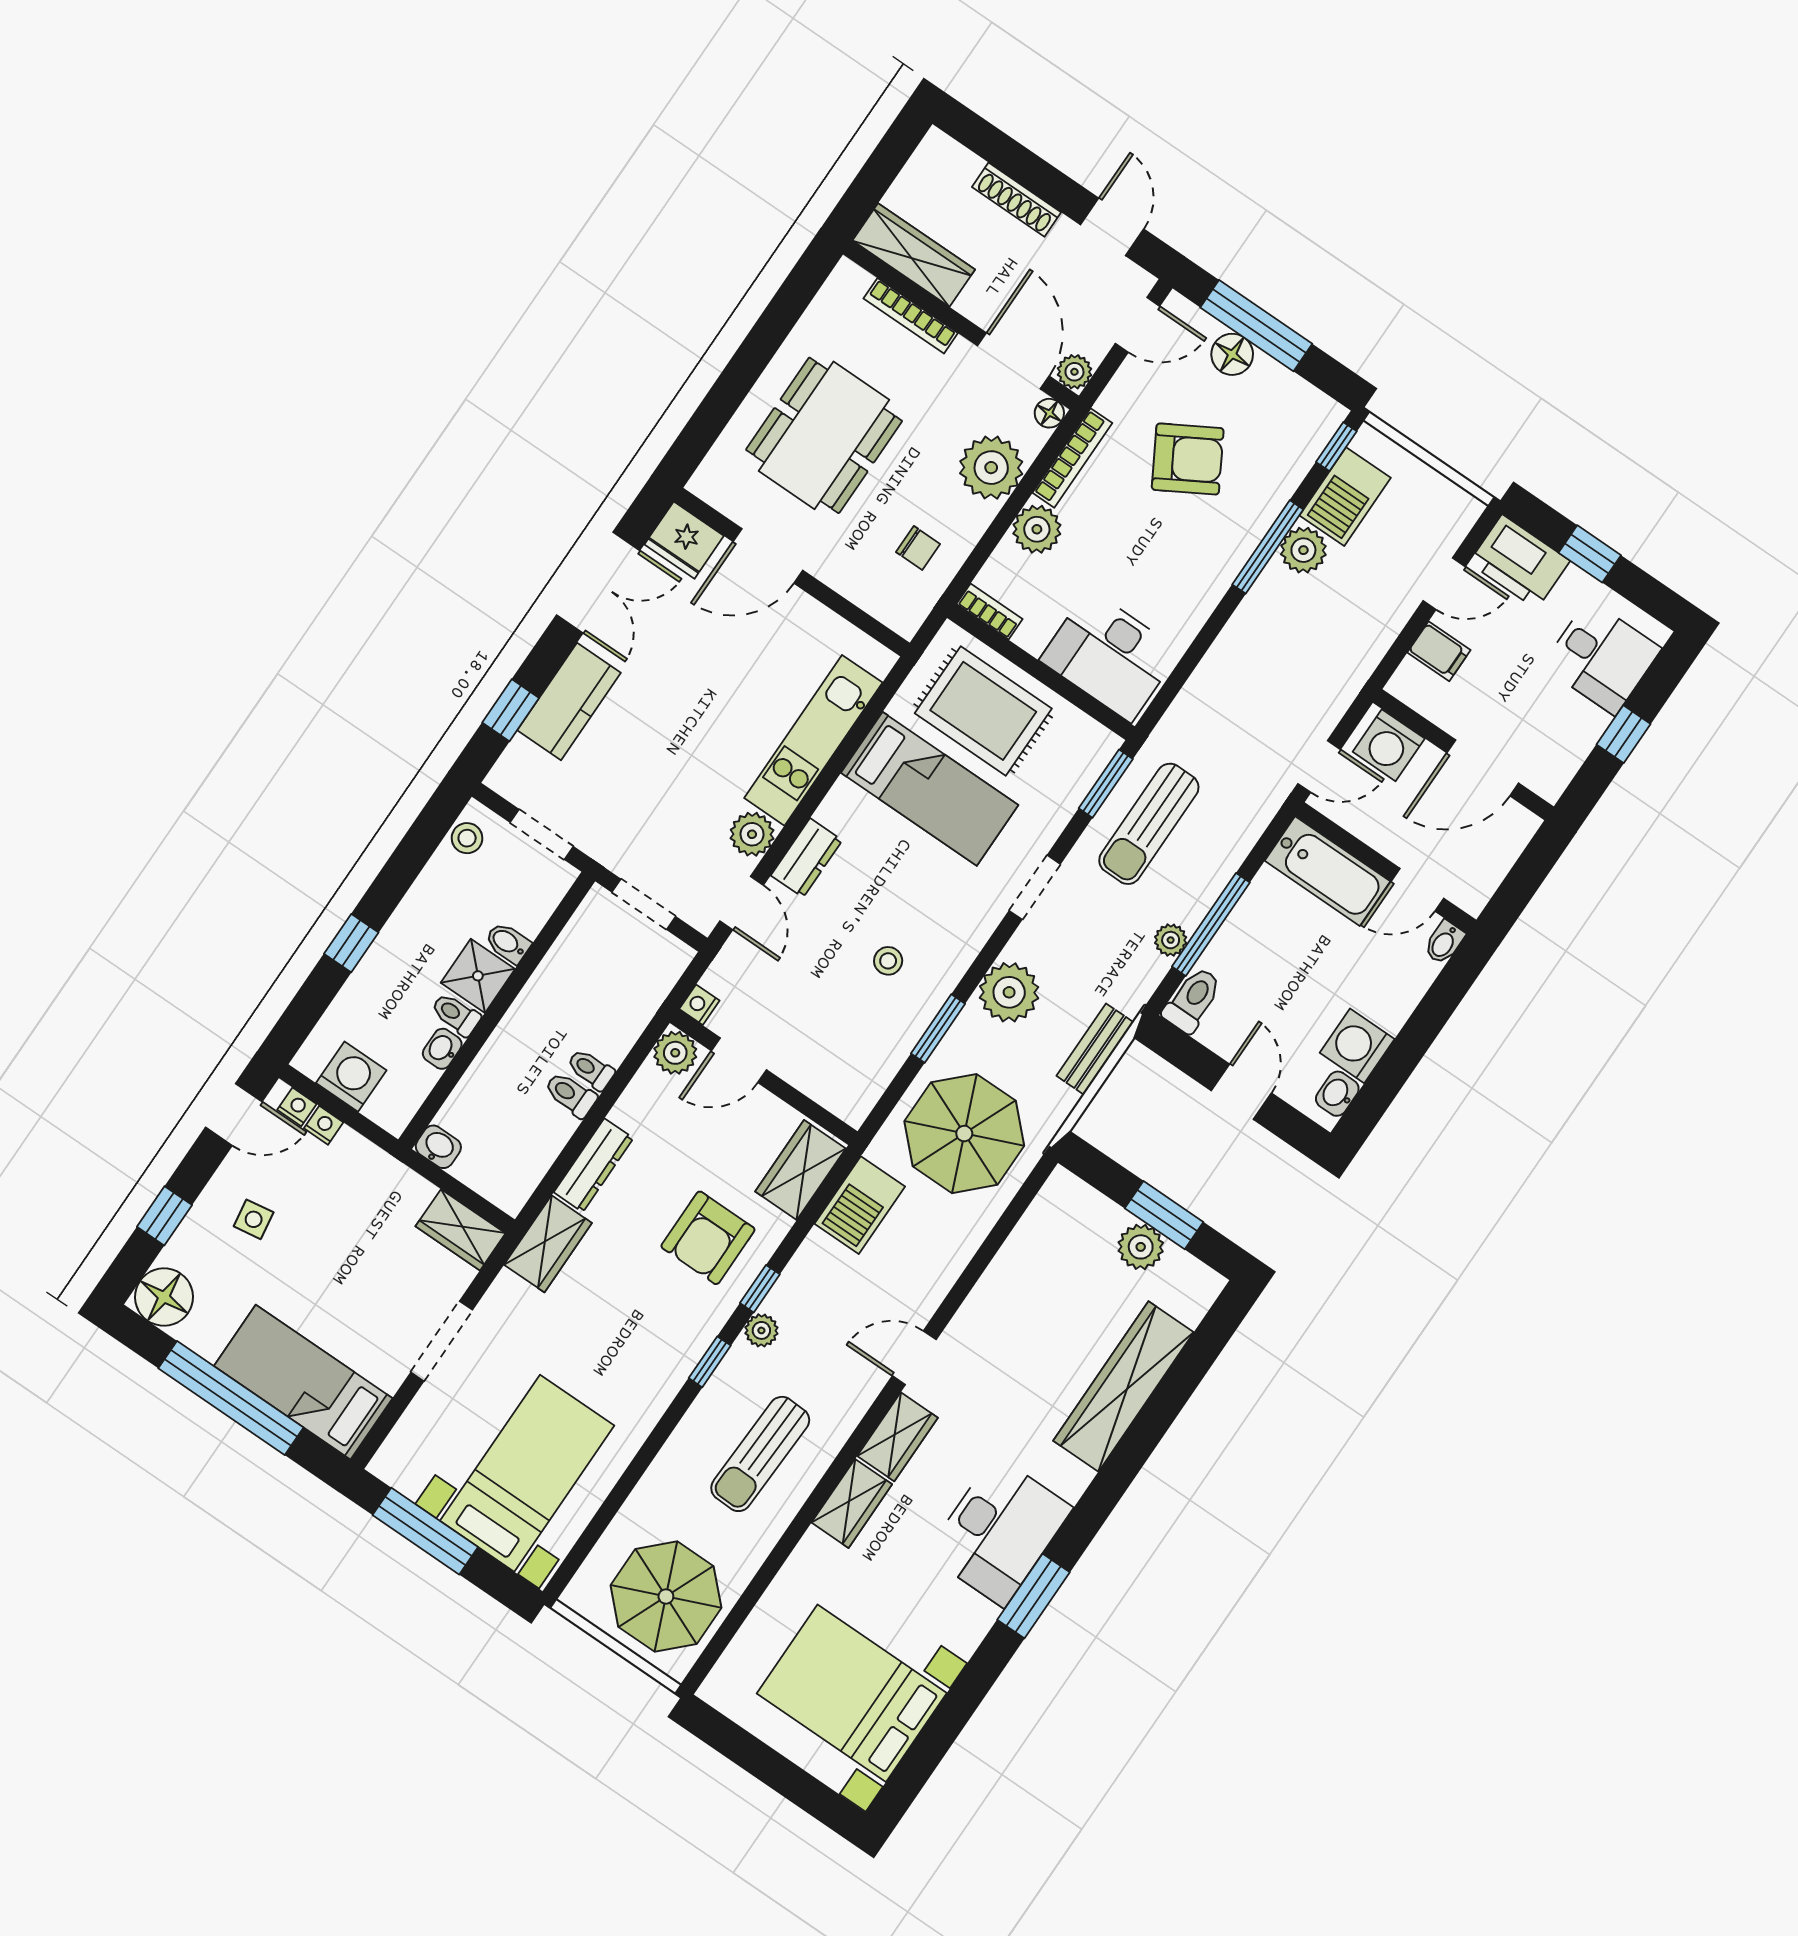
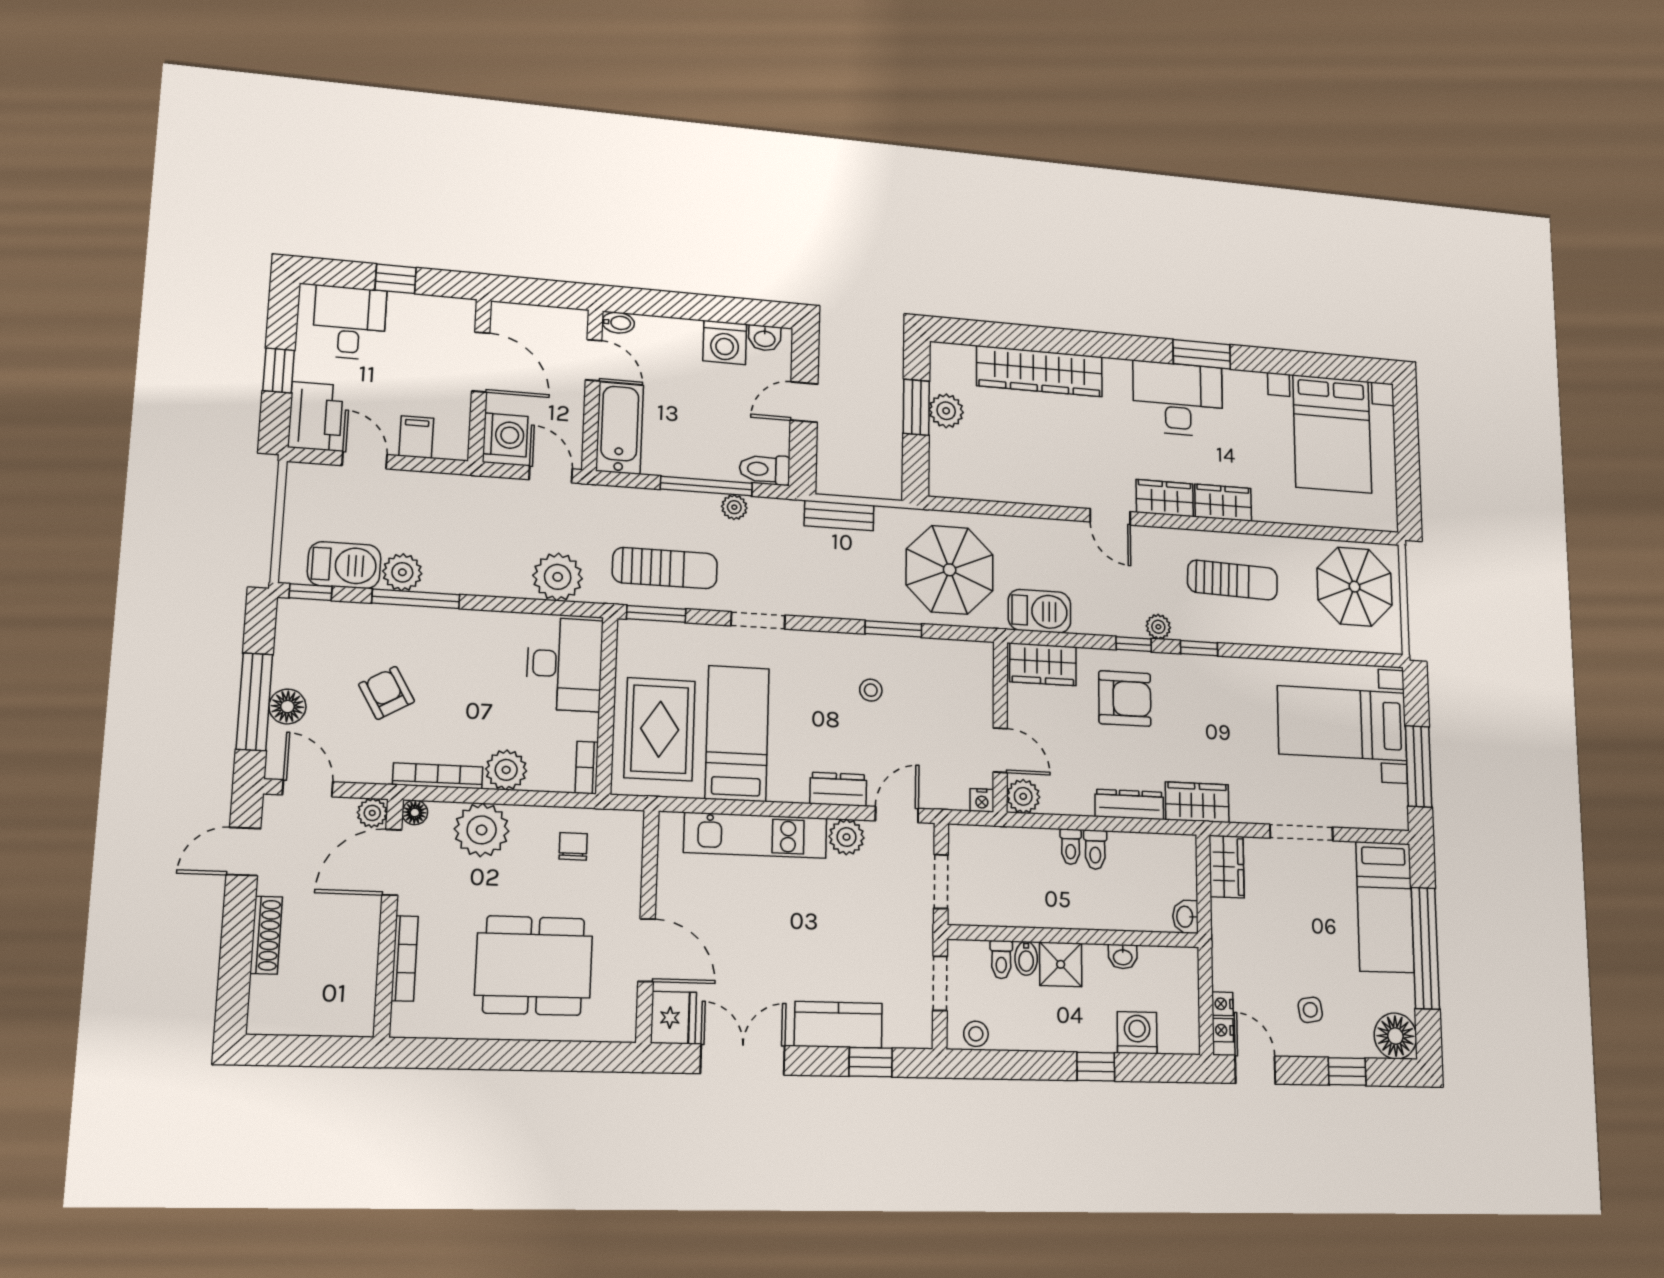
wardrobe: (914, 255) -> (357, 985), removed
armchair: (1188, 459) -> (387, 693), width x0.72, depth x0.72
plant: (1009, 992) -> (558, 577), moved
toilet: (456, 1014) -> (1001, 960), moved
washing machine: (351, 1077) -> (1137, 1033), moved, turned 90

